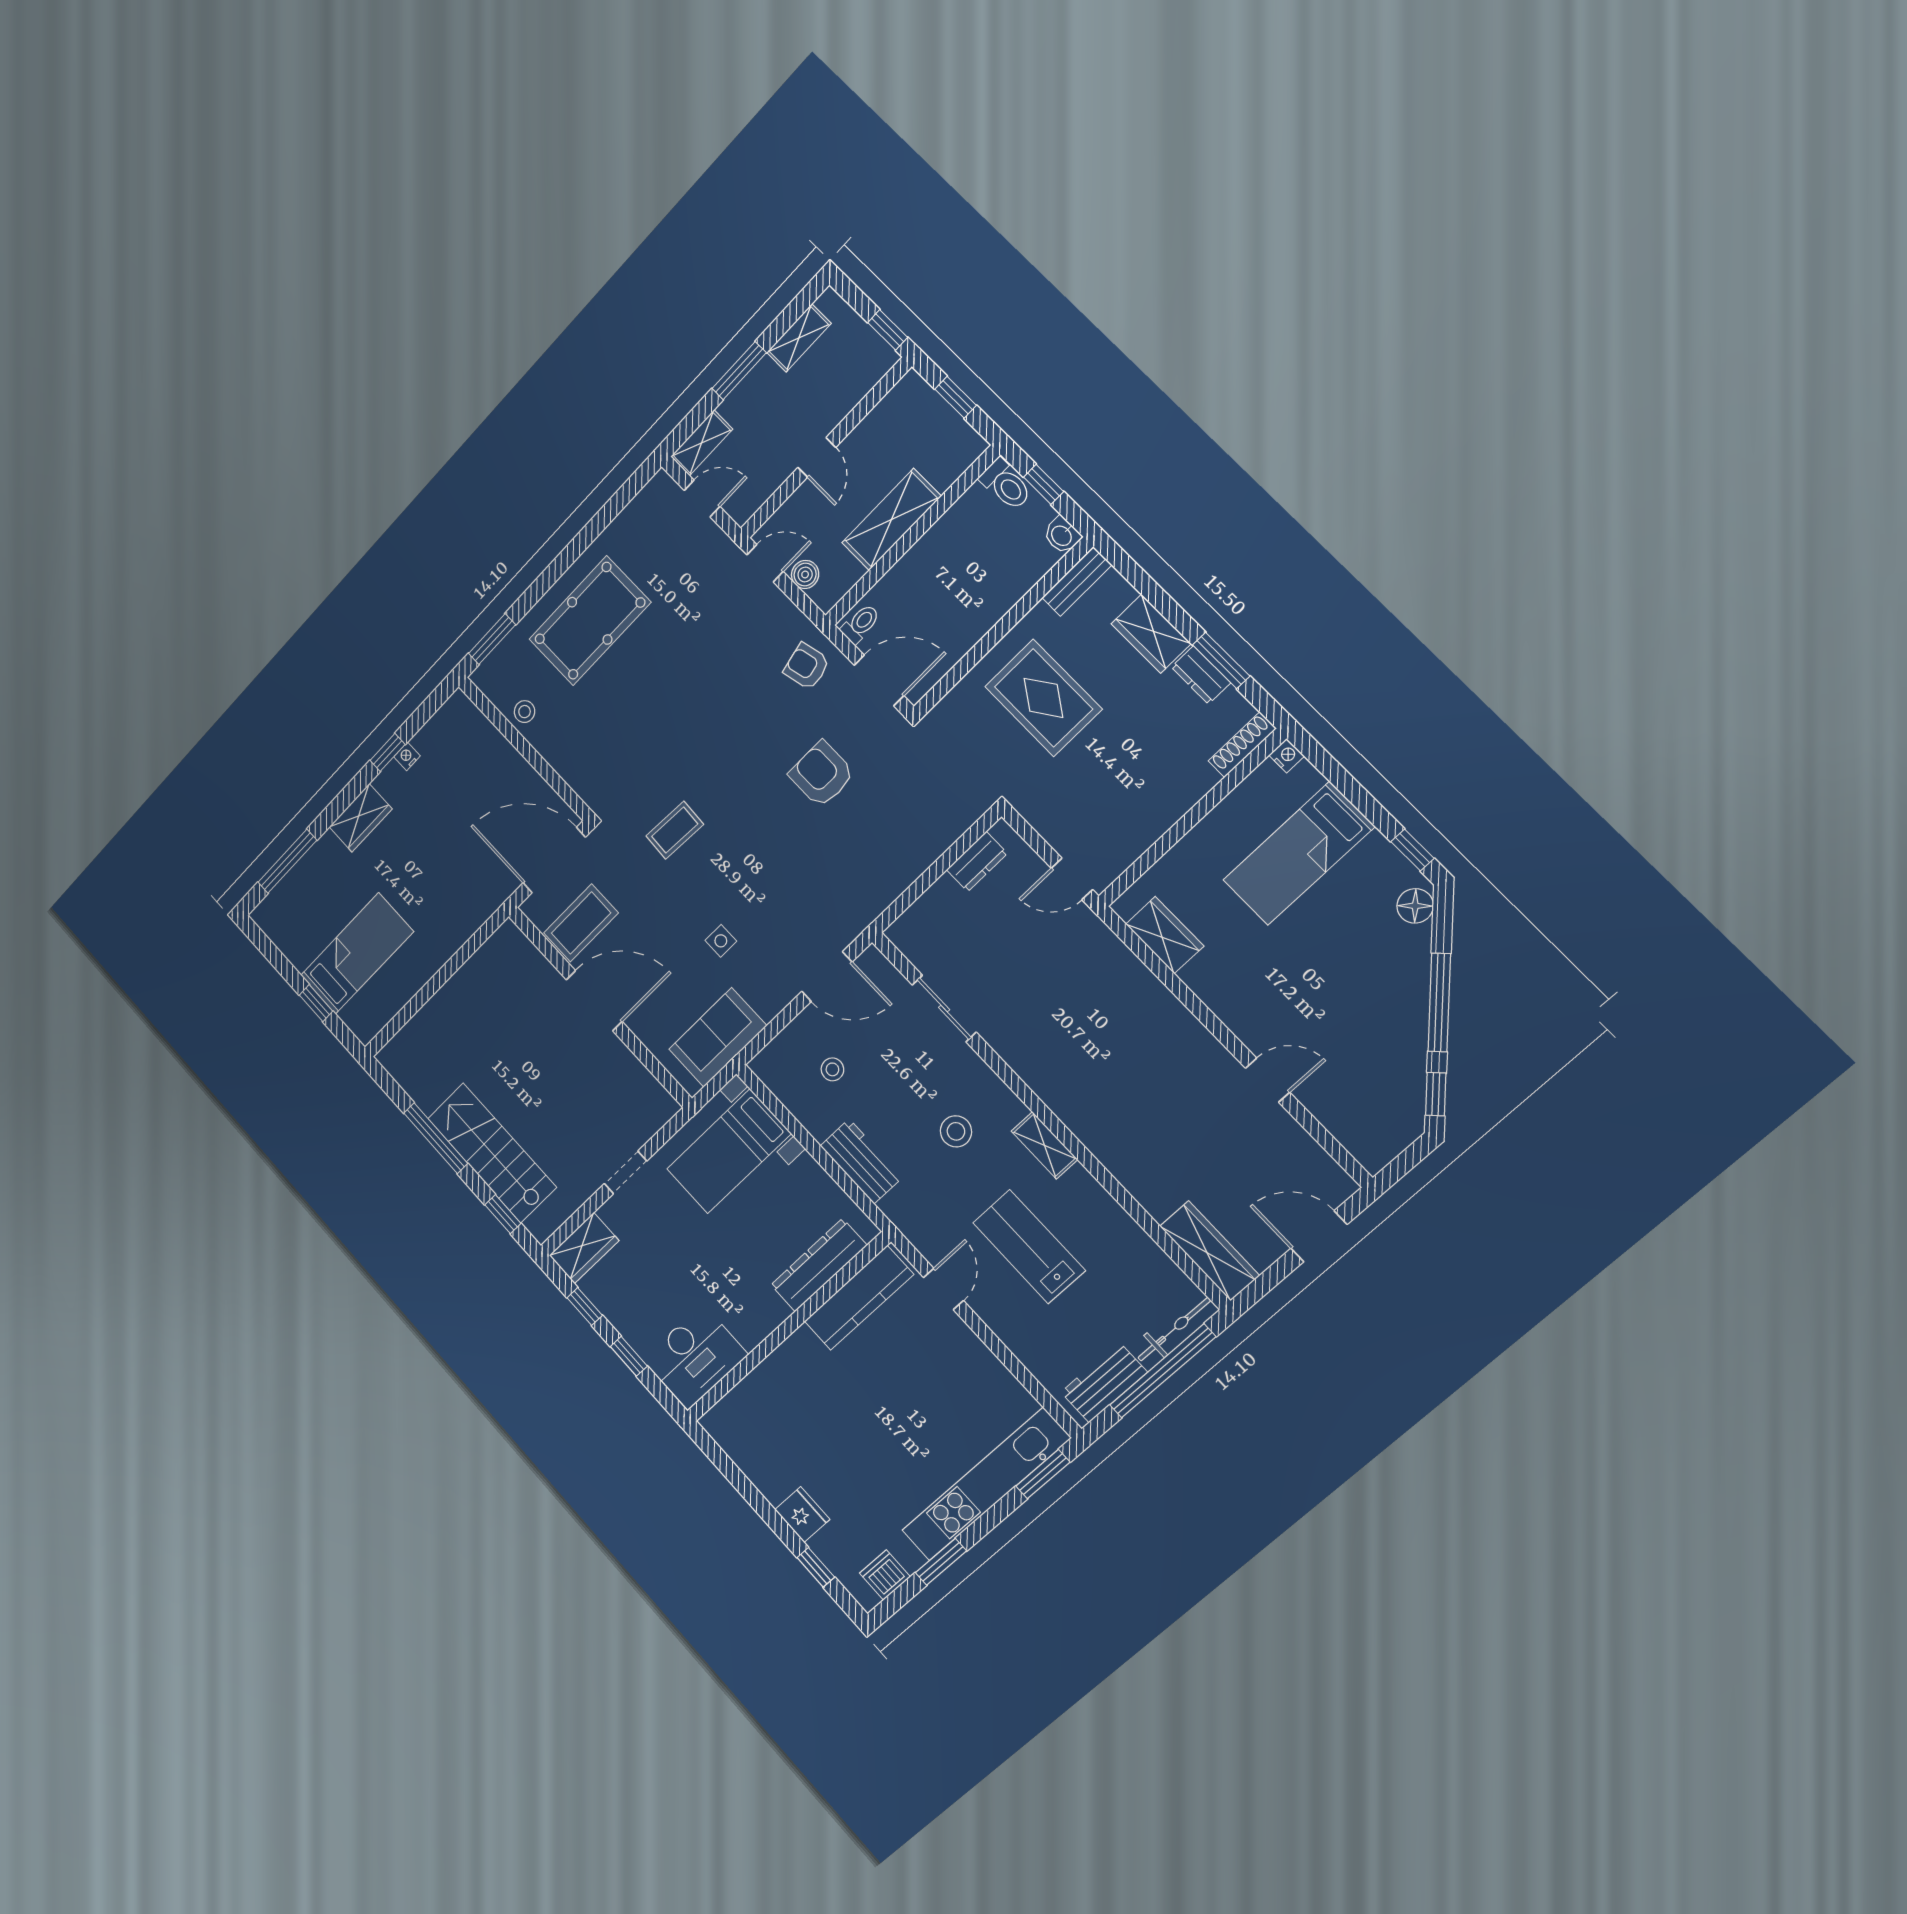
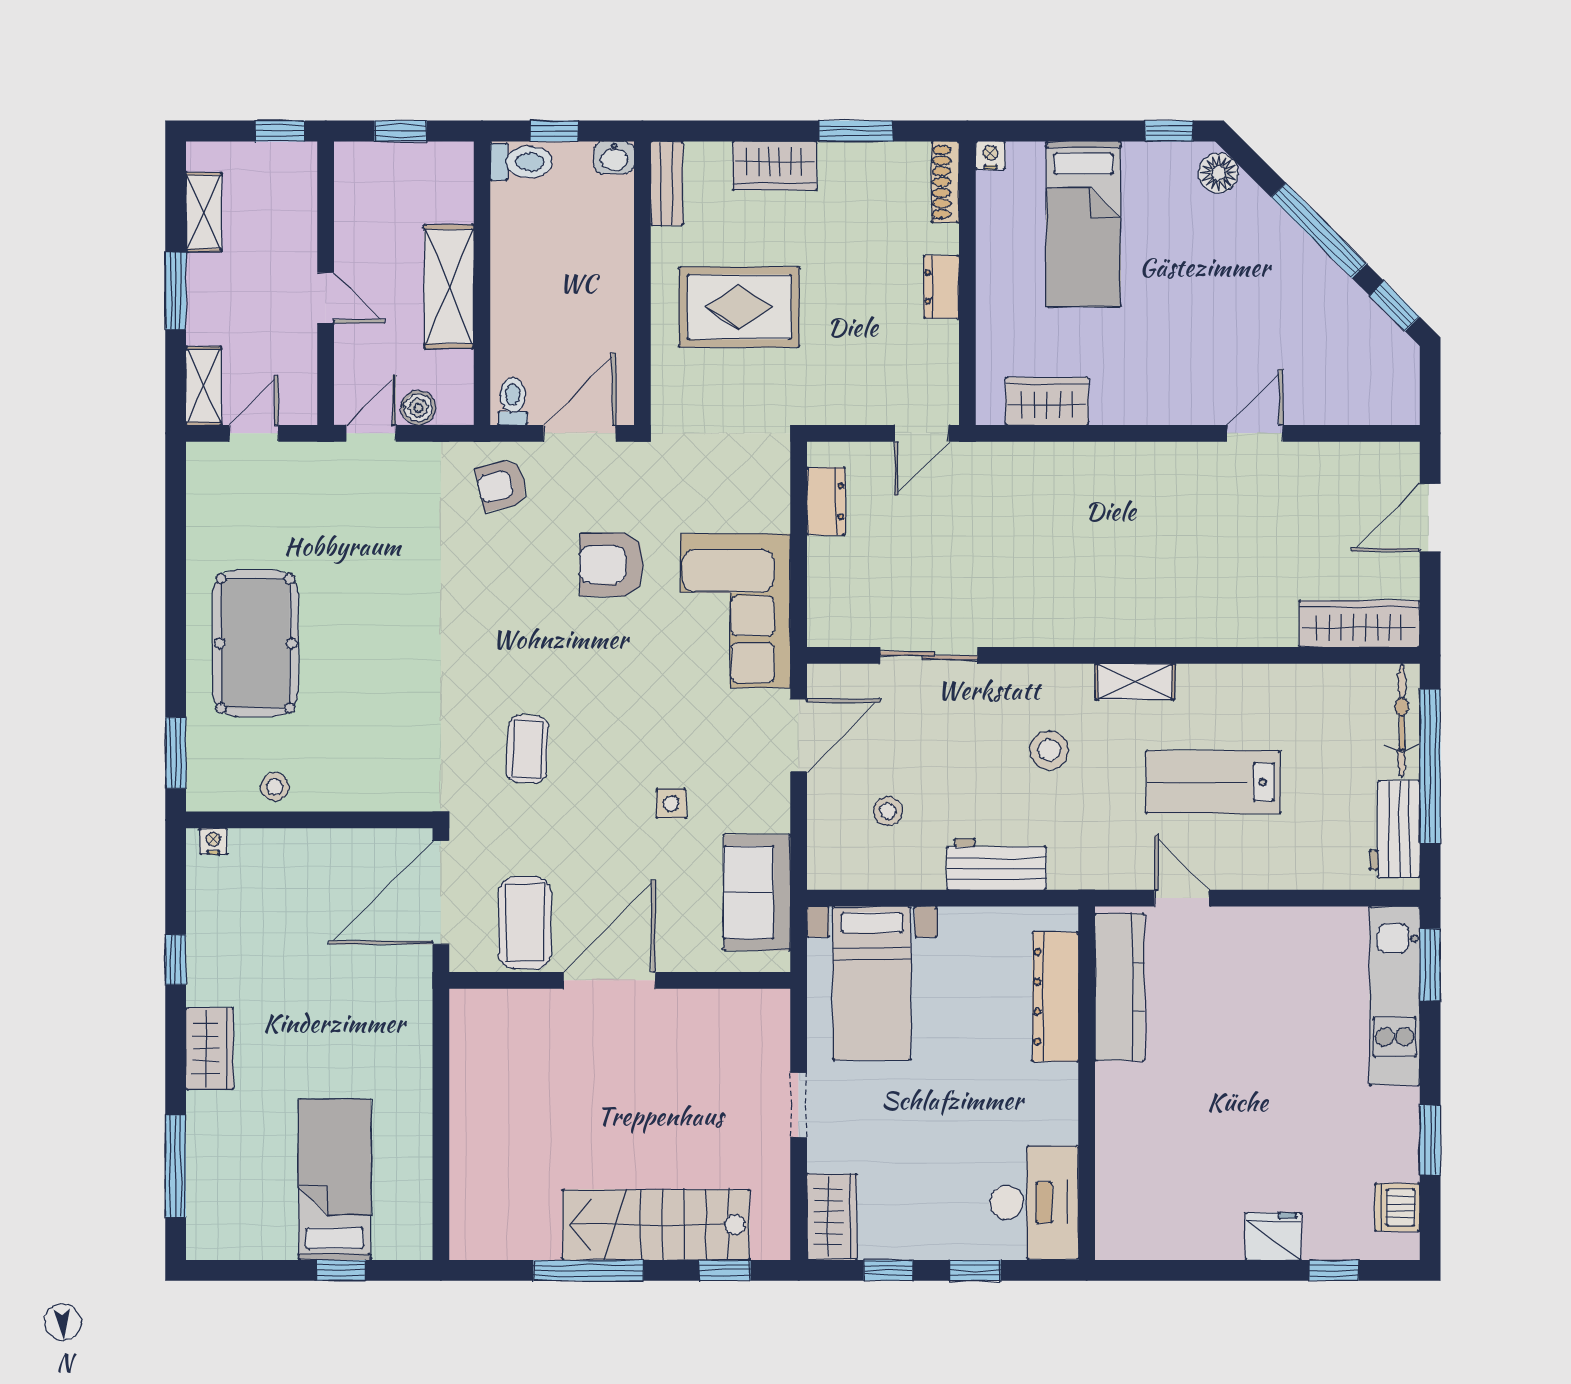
dresser: (1201, 675) -> (941, 287), moved, turned 90
nightstand: (407, 756) -> (213, 841), moved, turned 90
corner sofa: (863, 871) -> (735, 611), added
kitchen unit: (986, 1484) -> (1395, 996), width x0.73

